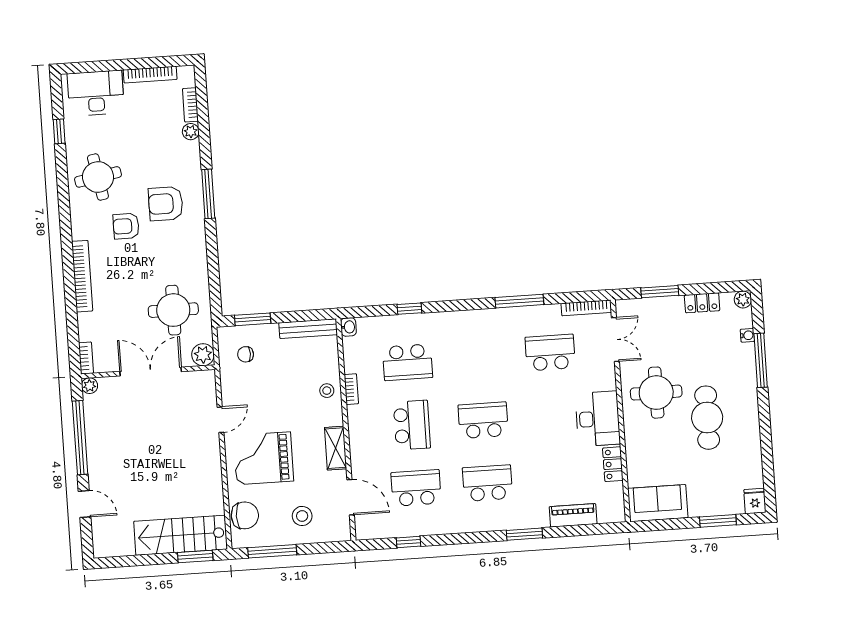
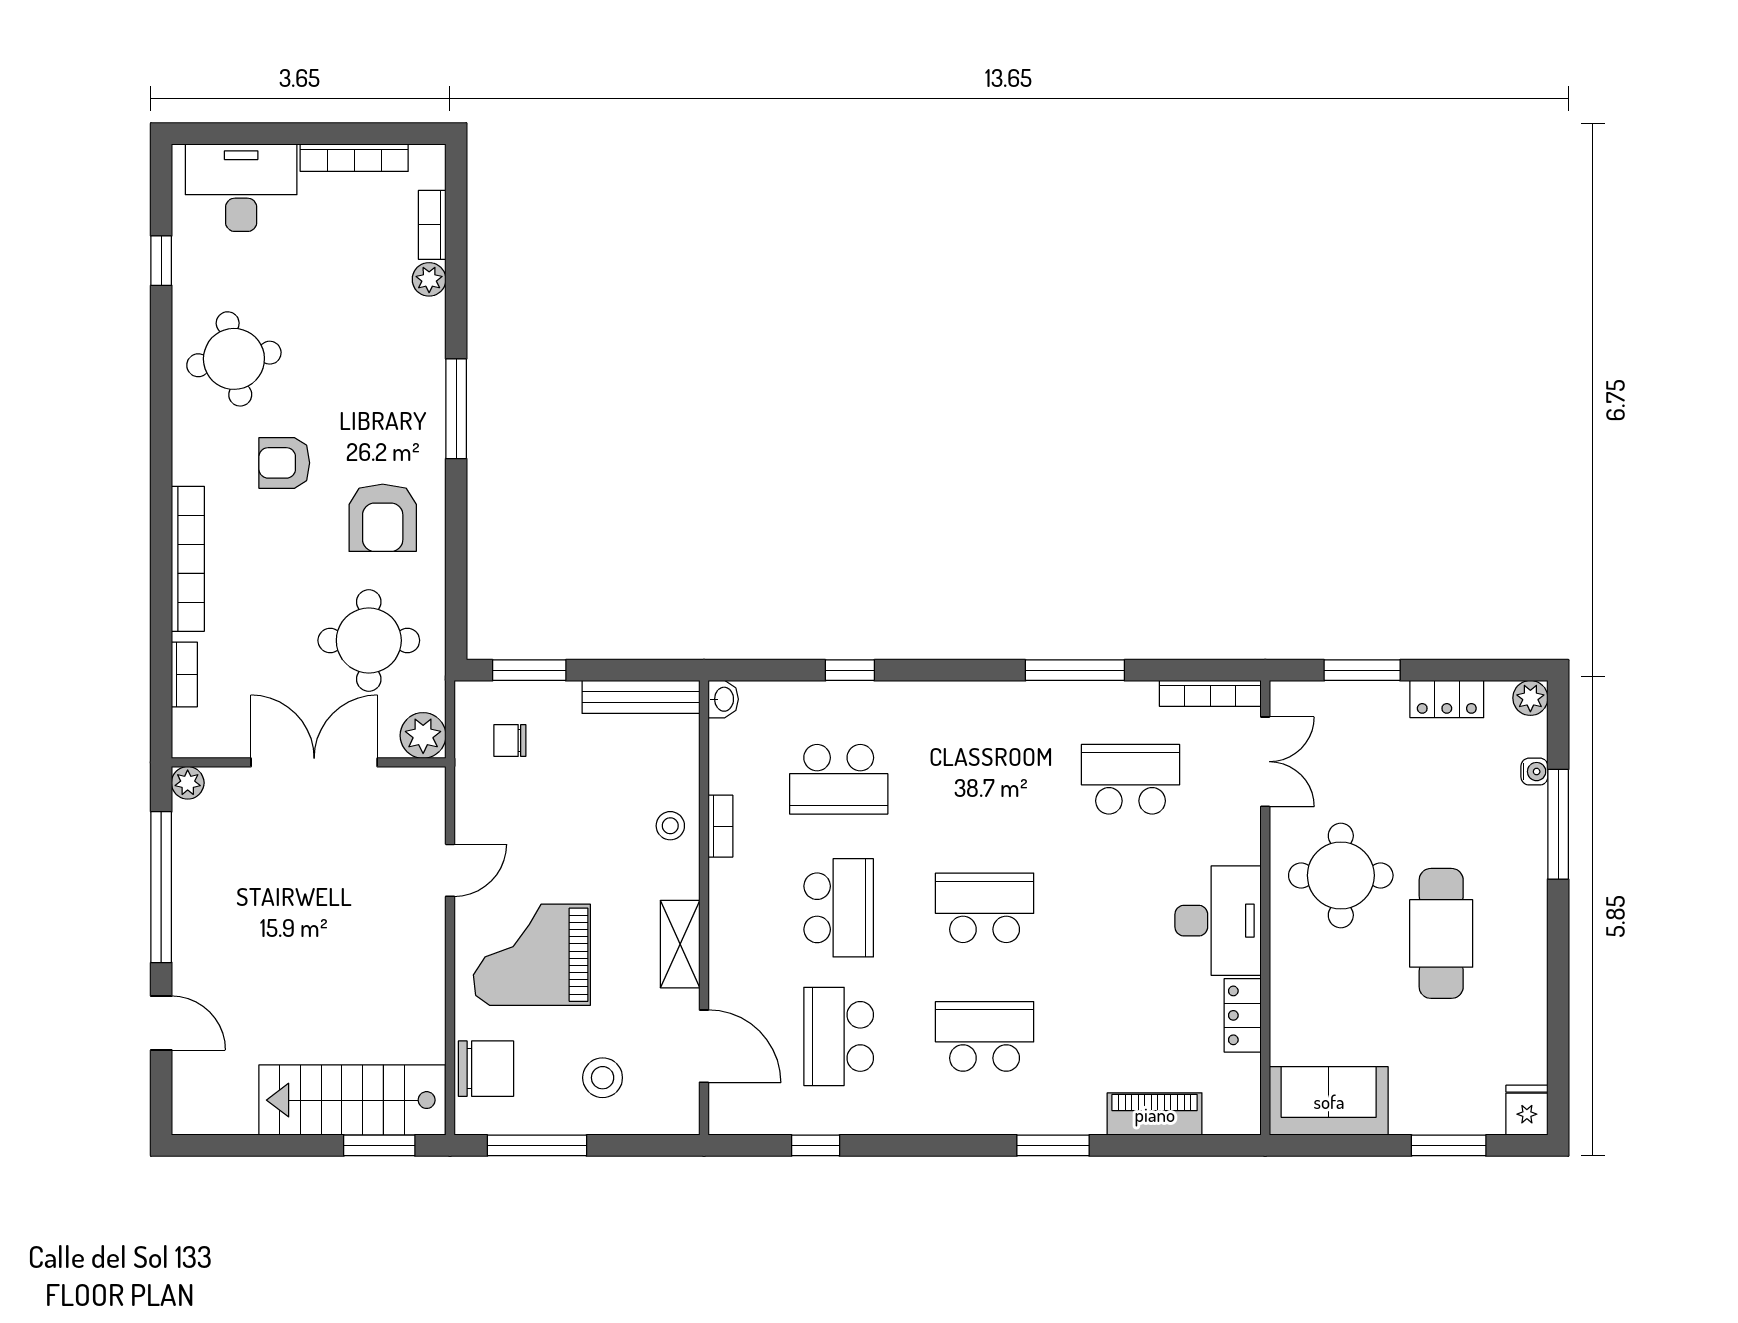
armchair: (166, 204) -> (383, 518), moved, turned -90
bookcase: (86, 358) -> (184, 674), moved
school desk: (416, 488) -> (839, 1036), turned -90

